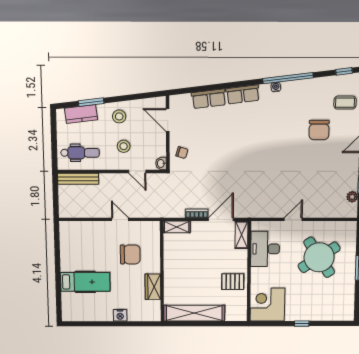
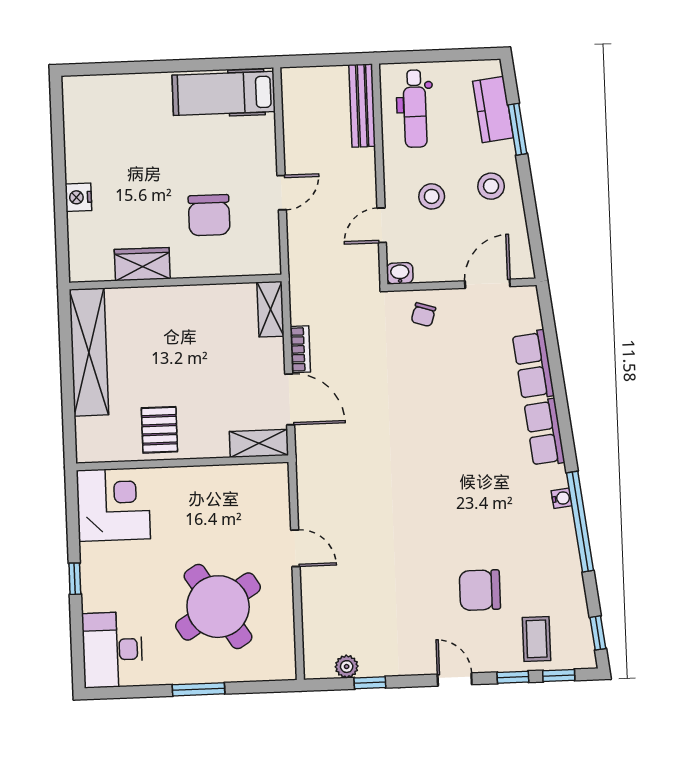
desk: (265, 249) -> (112, 650), moved, turned -90
hospital bed: (85, 282) -> (224, 93), moved, turned 90

